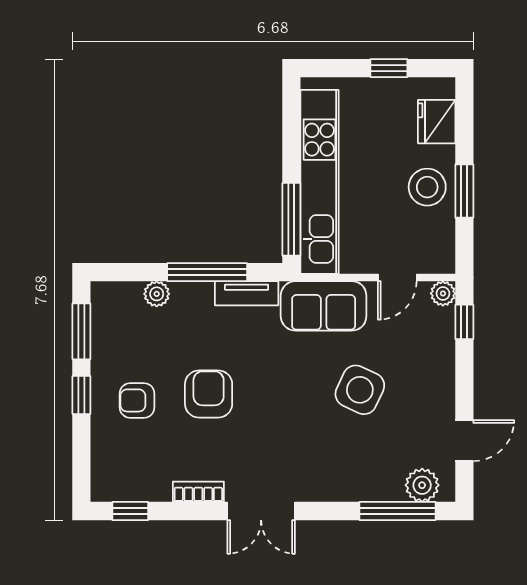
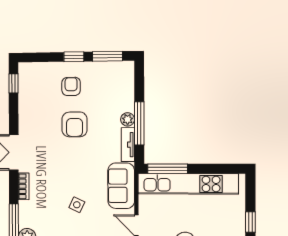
plant: (157, 294) -> (128, 119), moved
side table: (360, 390) -> (77, 205), width x0.54, depth x0.54
armchair: (209, 394) -> (75, 124), turned 90
bookcase: (198, 492) -> (24, 186), moved

